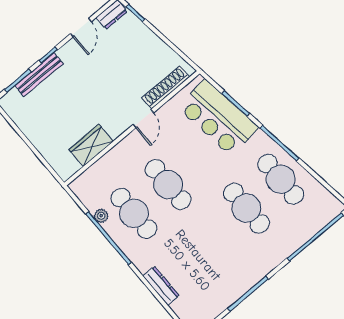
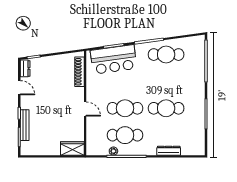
door: (143, 119) -> (85, 109), moved
wardrobe: (91, 145) -> (72, 148), moved, turned 90
cafe table: (246, 208) -> (166, 108), moved

